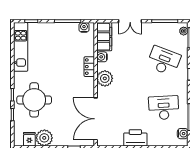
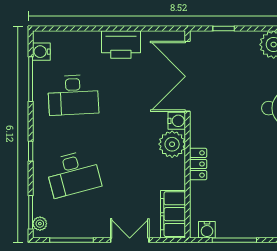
water cooler: (102, 57) -> (177, 121), moved
desk: (164, 61) -> (73, 174), turned -36
double door: (96, 119) -> (188, 76), swing flipped

